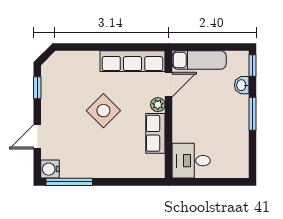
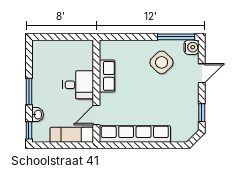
row of seats: (133, 61) -> (135, 134), width x1.36
plant: (158, 105) -> (105, 99), removed
side table: (103, 111) -> (162, 62), moved
desk: (191, 161) -> (78, 85), moved

